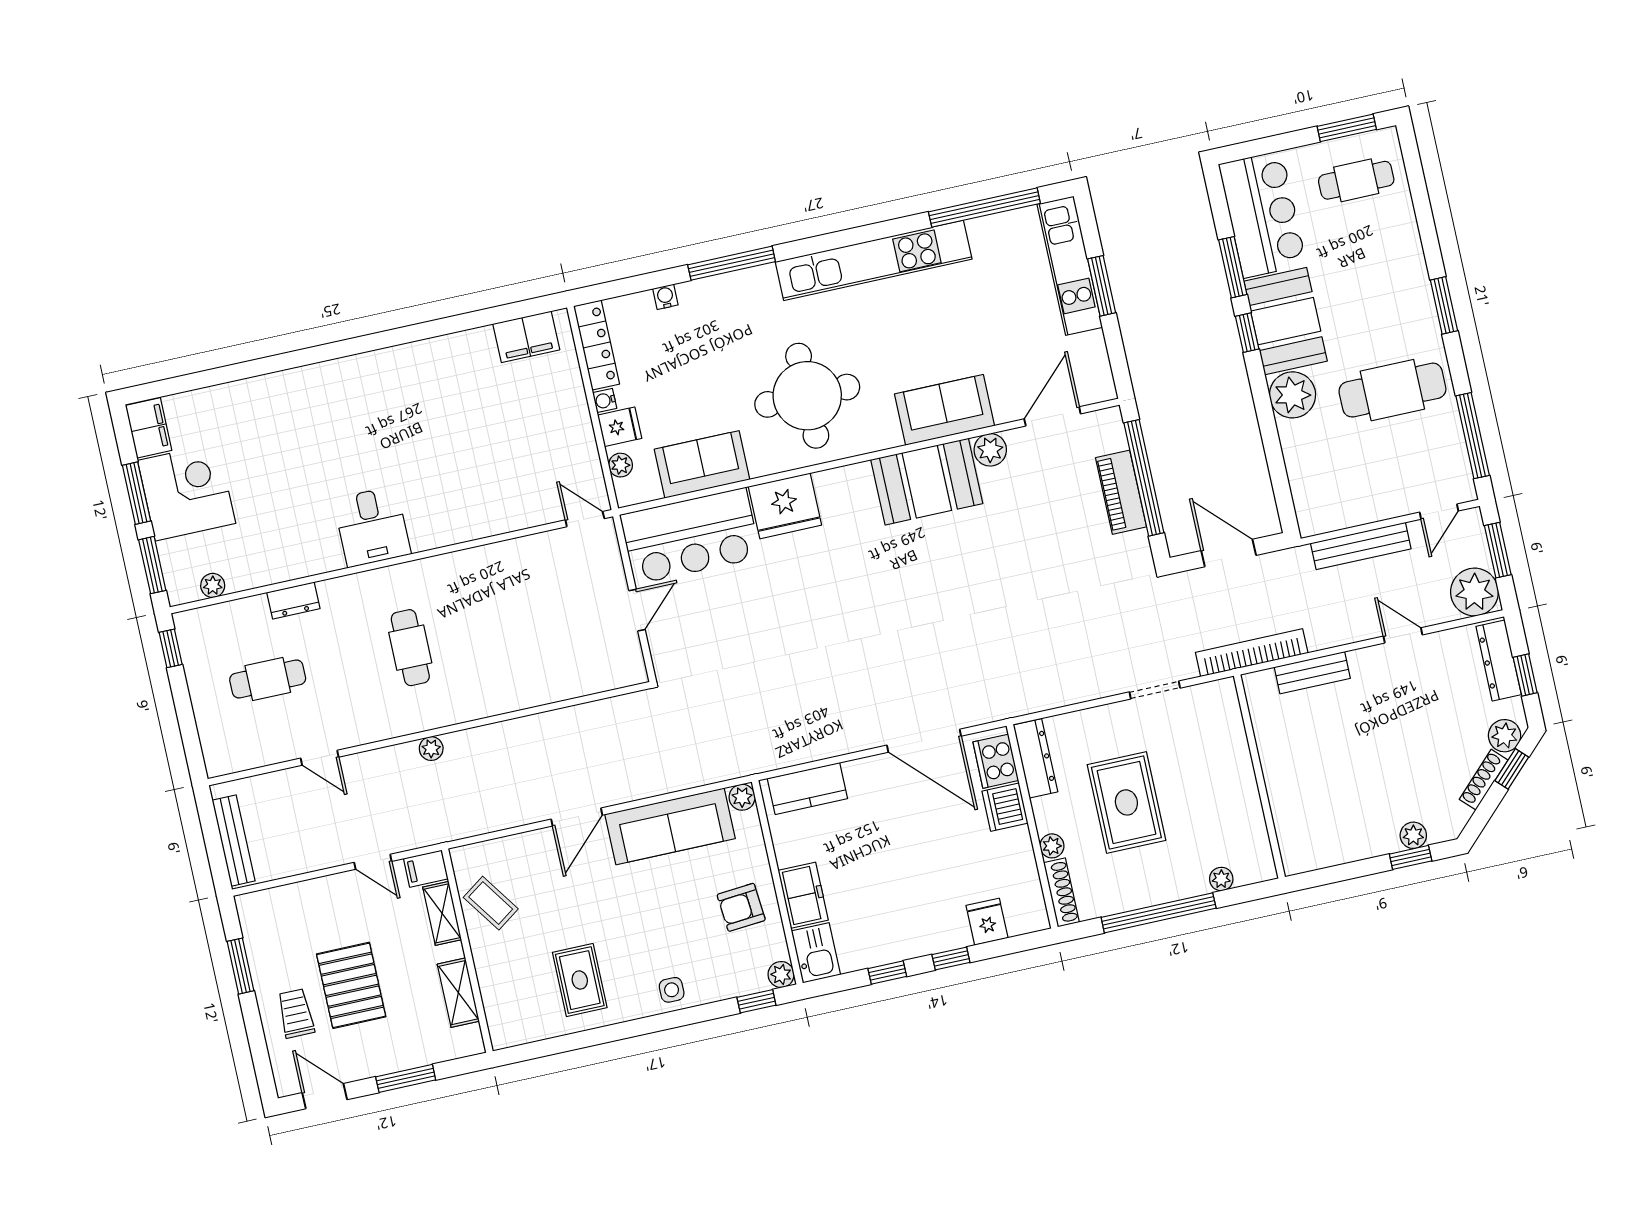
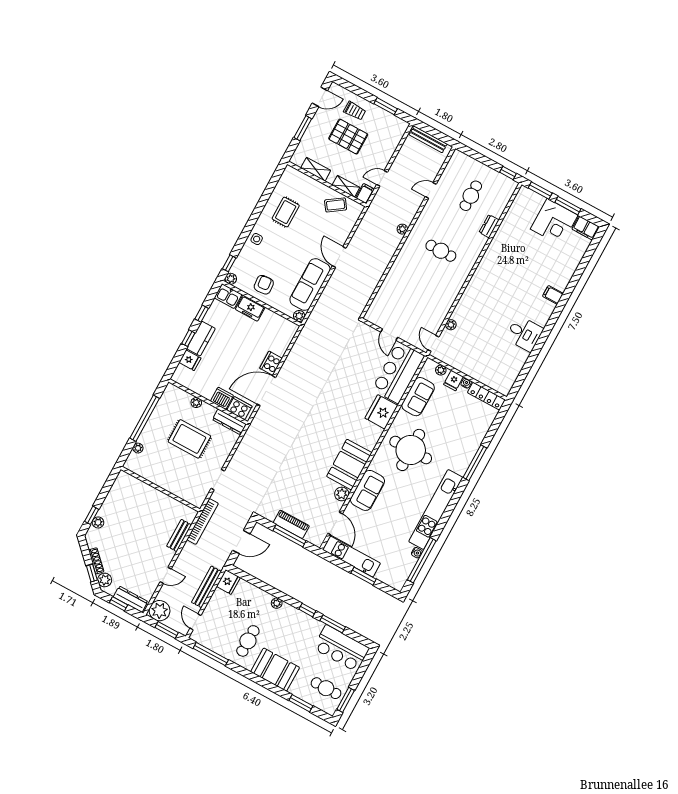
cafe table: (1356, 180) -> (326, 688), turned 90
kitchen unit: (1070, 266) -> (351, 557), moved
water cooler: (665, 297) -> (417, 553), moved
window: (1444, 305) -> (301, 703), moved
booth: (1286, 321) -> (275, 670), moved
filing cabinet: (526, 337) -> (553, 295), moved, width x0.50
cafe table: (1392, 390) -> (248, 641), width x0.73, depth x0.74
plant: (1292, 395) -> (277, 603), width x0.53, depth x0.53
window: (1144, 478) -> (289, 536), width x0.68
fridge: (1319, 515) -> (228, 582), added
door: (585, 519) -> (433, 343), swing flipped
desk: (372, 527) -> (524, 334), moved, turned 180
plant: (213, 585) -> (451, 325), moved
cooker: (868, 774) -> (271, 363), added
kitchen counter: (807, 789) -> (201, 339), moved, turned 180
shoe rack: (1061, 892) -> (179, 393), removed
rug: (580, 980) -> (286, 212), turned 90

